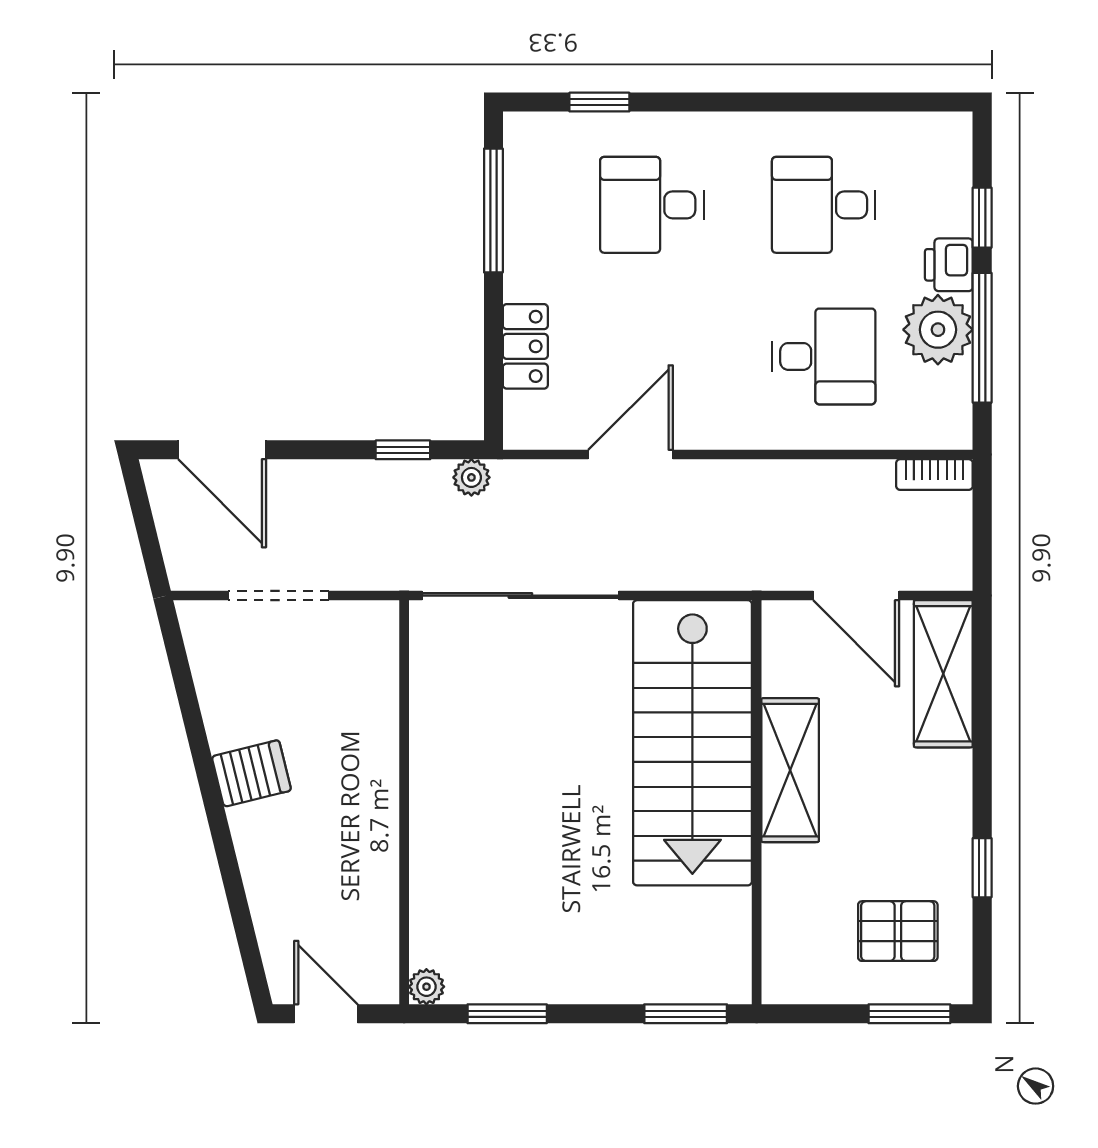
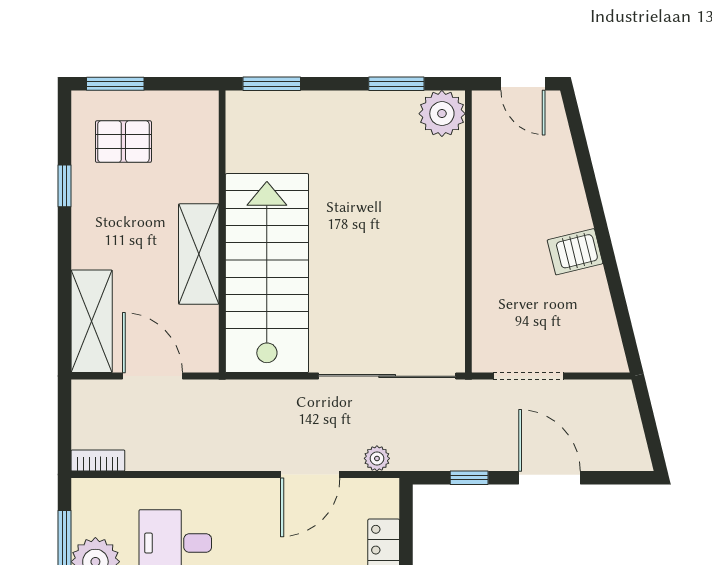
door: (222, 450) -> (550, 478), moved
plant: (471, 477) -> (377, 458), moved
doorway: (279, 596) -> (529, 376), moved
plant: (426, 987) -> (442, 114), width x1.87, depth x1.87

